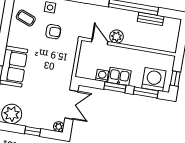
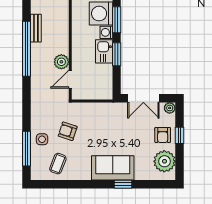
armchair: (53, 32) -> (68, 131), turned -72
washing machine: (102, 76) -> (106, 32), moved
double door: (71, 105) -> (143, 98), swing flipped
armchair: (36, 116) -> (163, 135), added

